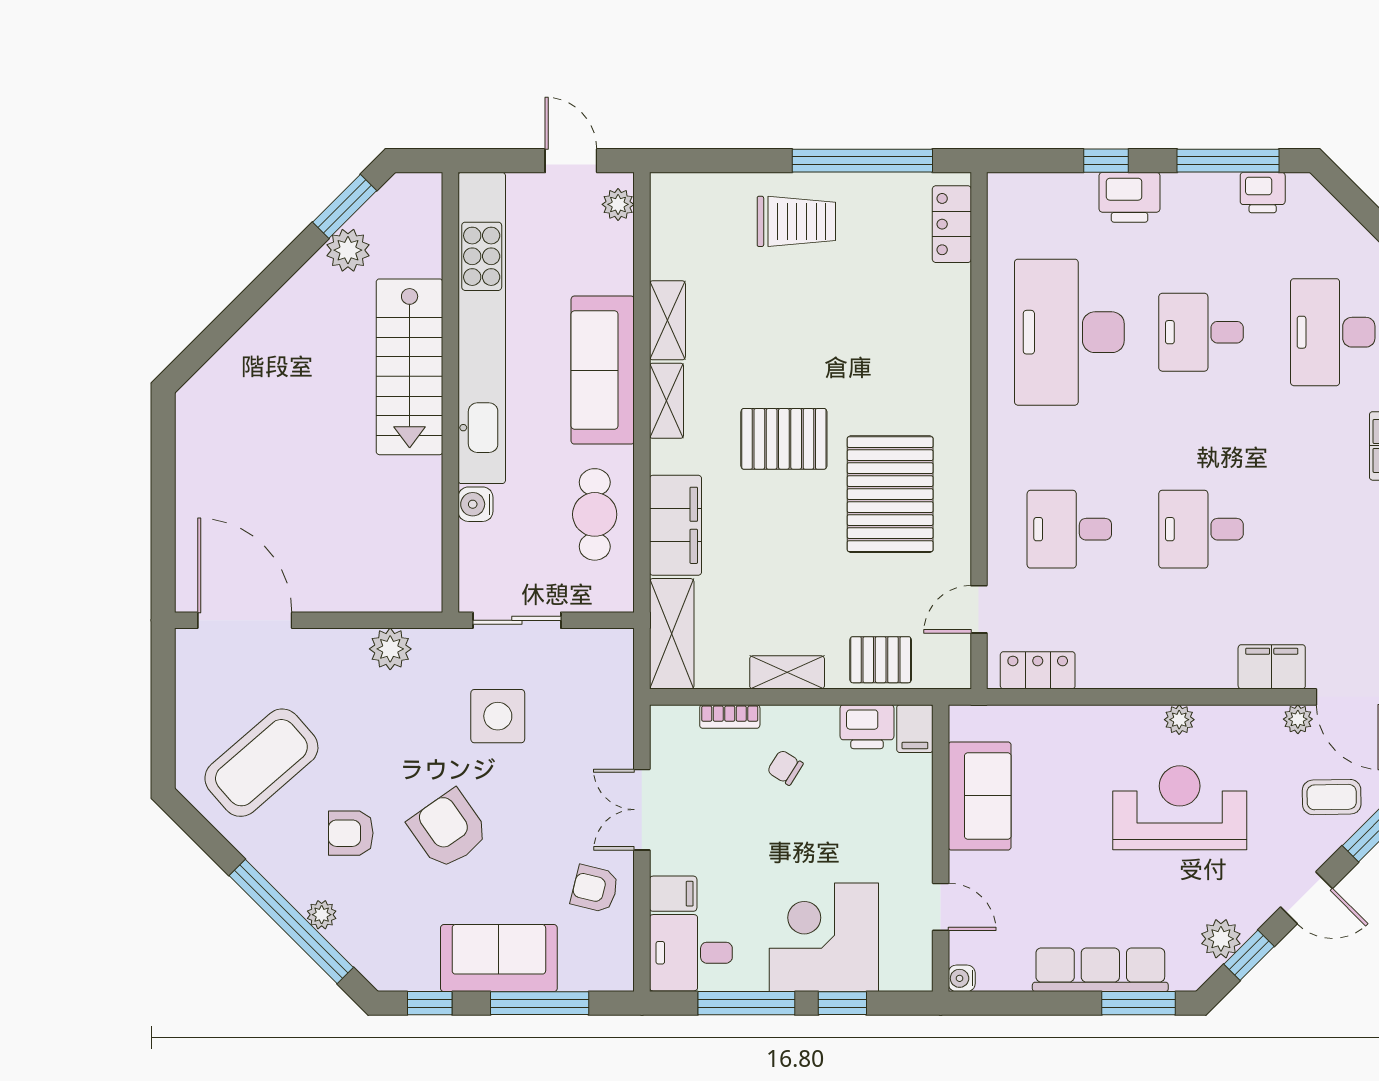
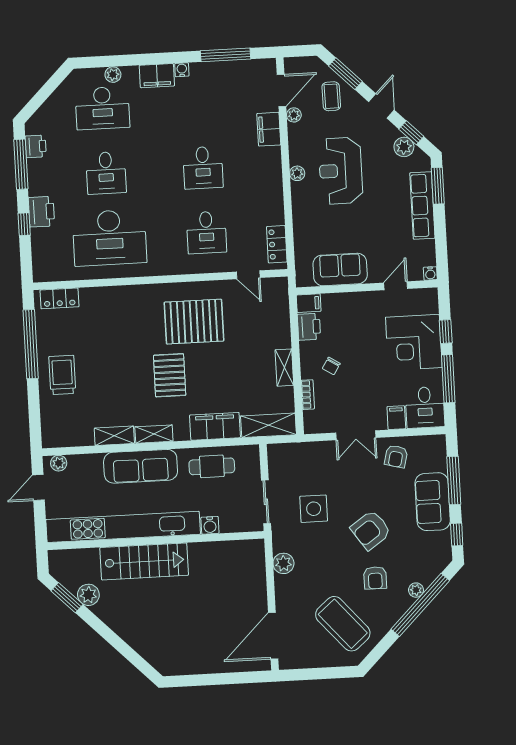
pallet: (881, 660) -> (276, 322), removed

